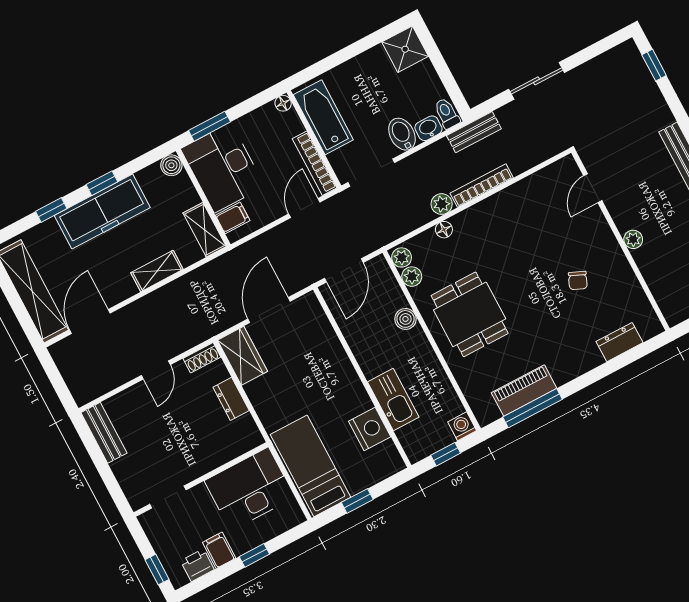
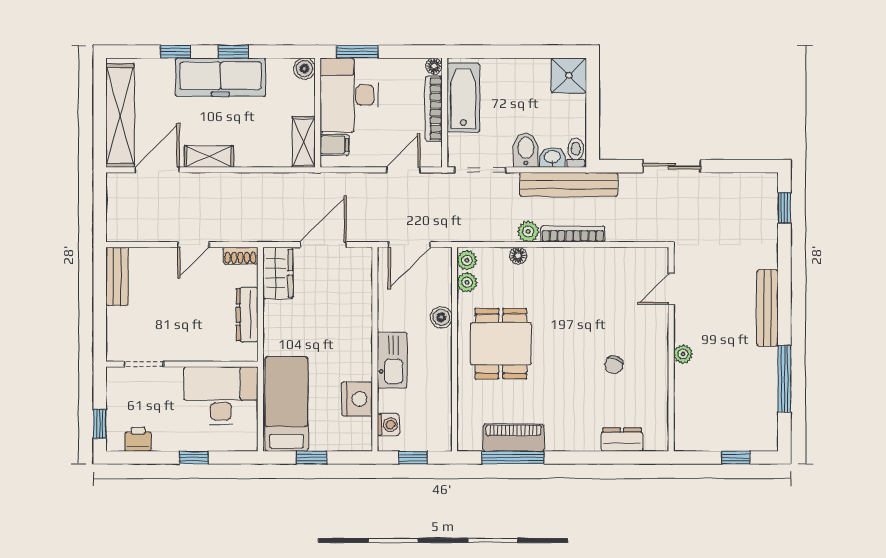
bench: (474, 132) -> (569, 185), width x1.86, depth x1.21
bookcase: (315, 163) -> (434, 109), moved
shelving: (157, 271) -> (209, 156), moved
dresser: (231, 399) -> (247, 315), width x1.44
kitchen sink: (393, 399) -> (392, 360), moved
washing machine: (462, 426) -> (388, 425), moved, turned 90
filing cabinet: (219, 550) -> (165, 436), removed

